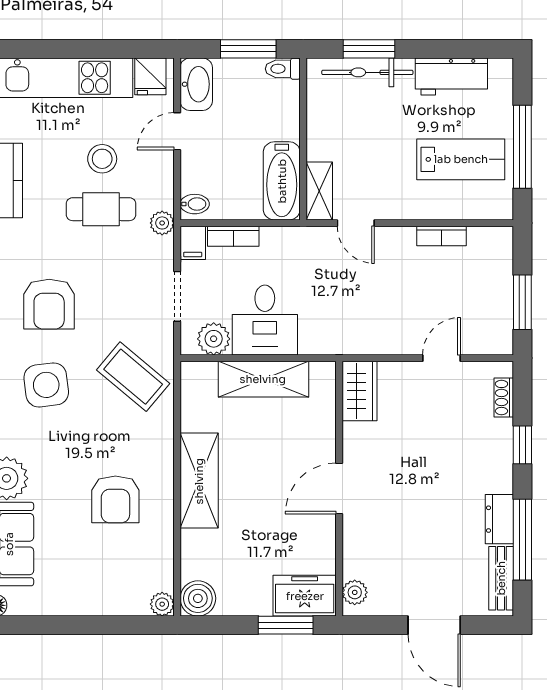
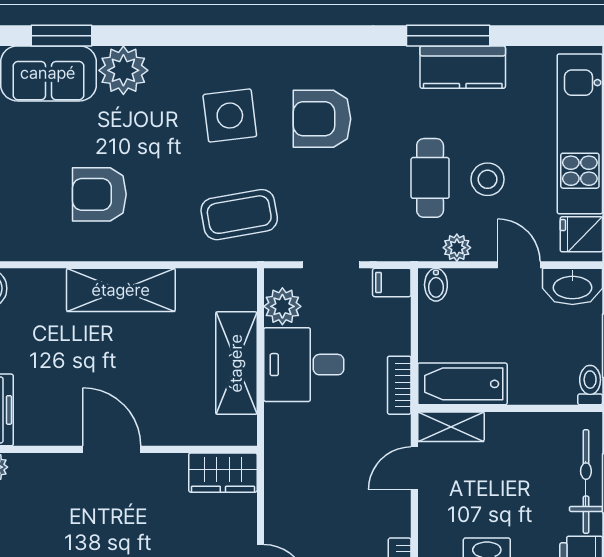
plant: (162, 223) -> (457, 248), moved
bookcase: (233, 236) -> (399, 385), moved
coffee table: (133, 377) -> (239, 215), turned 40

